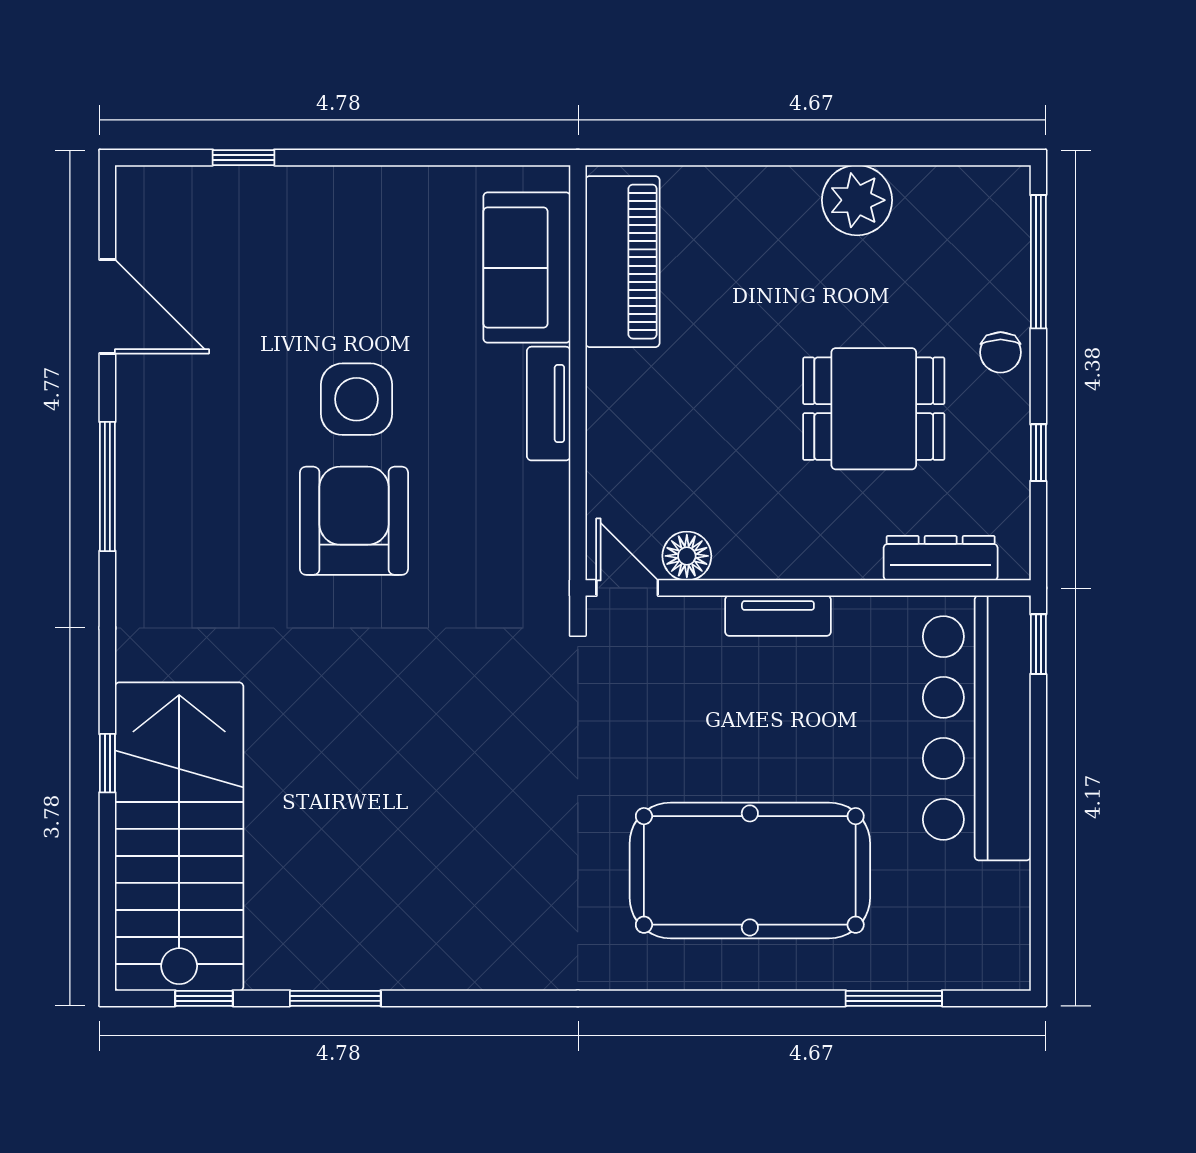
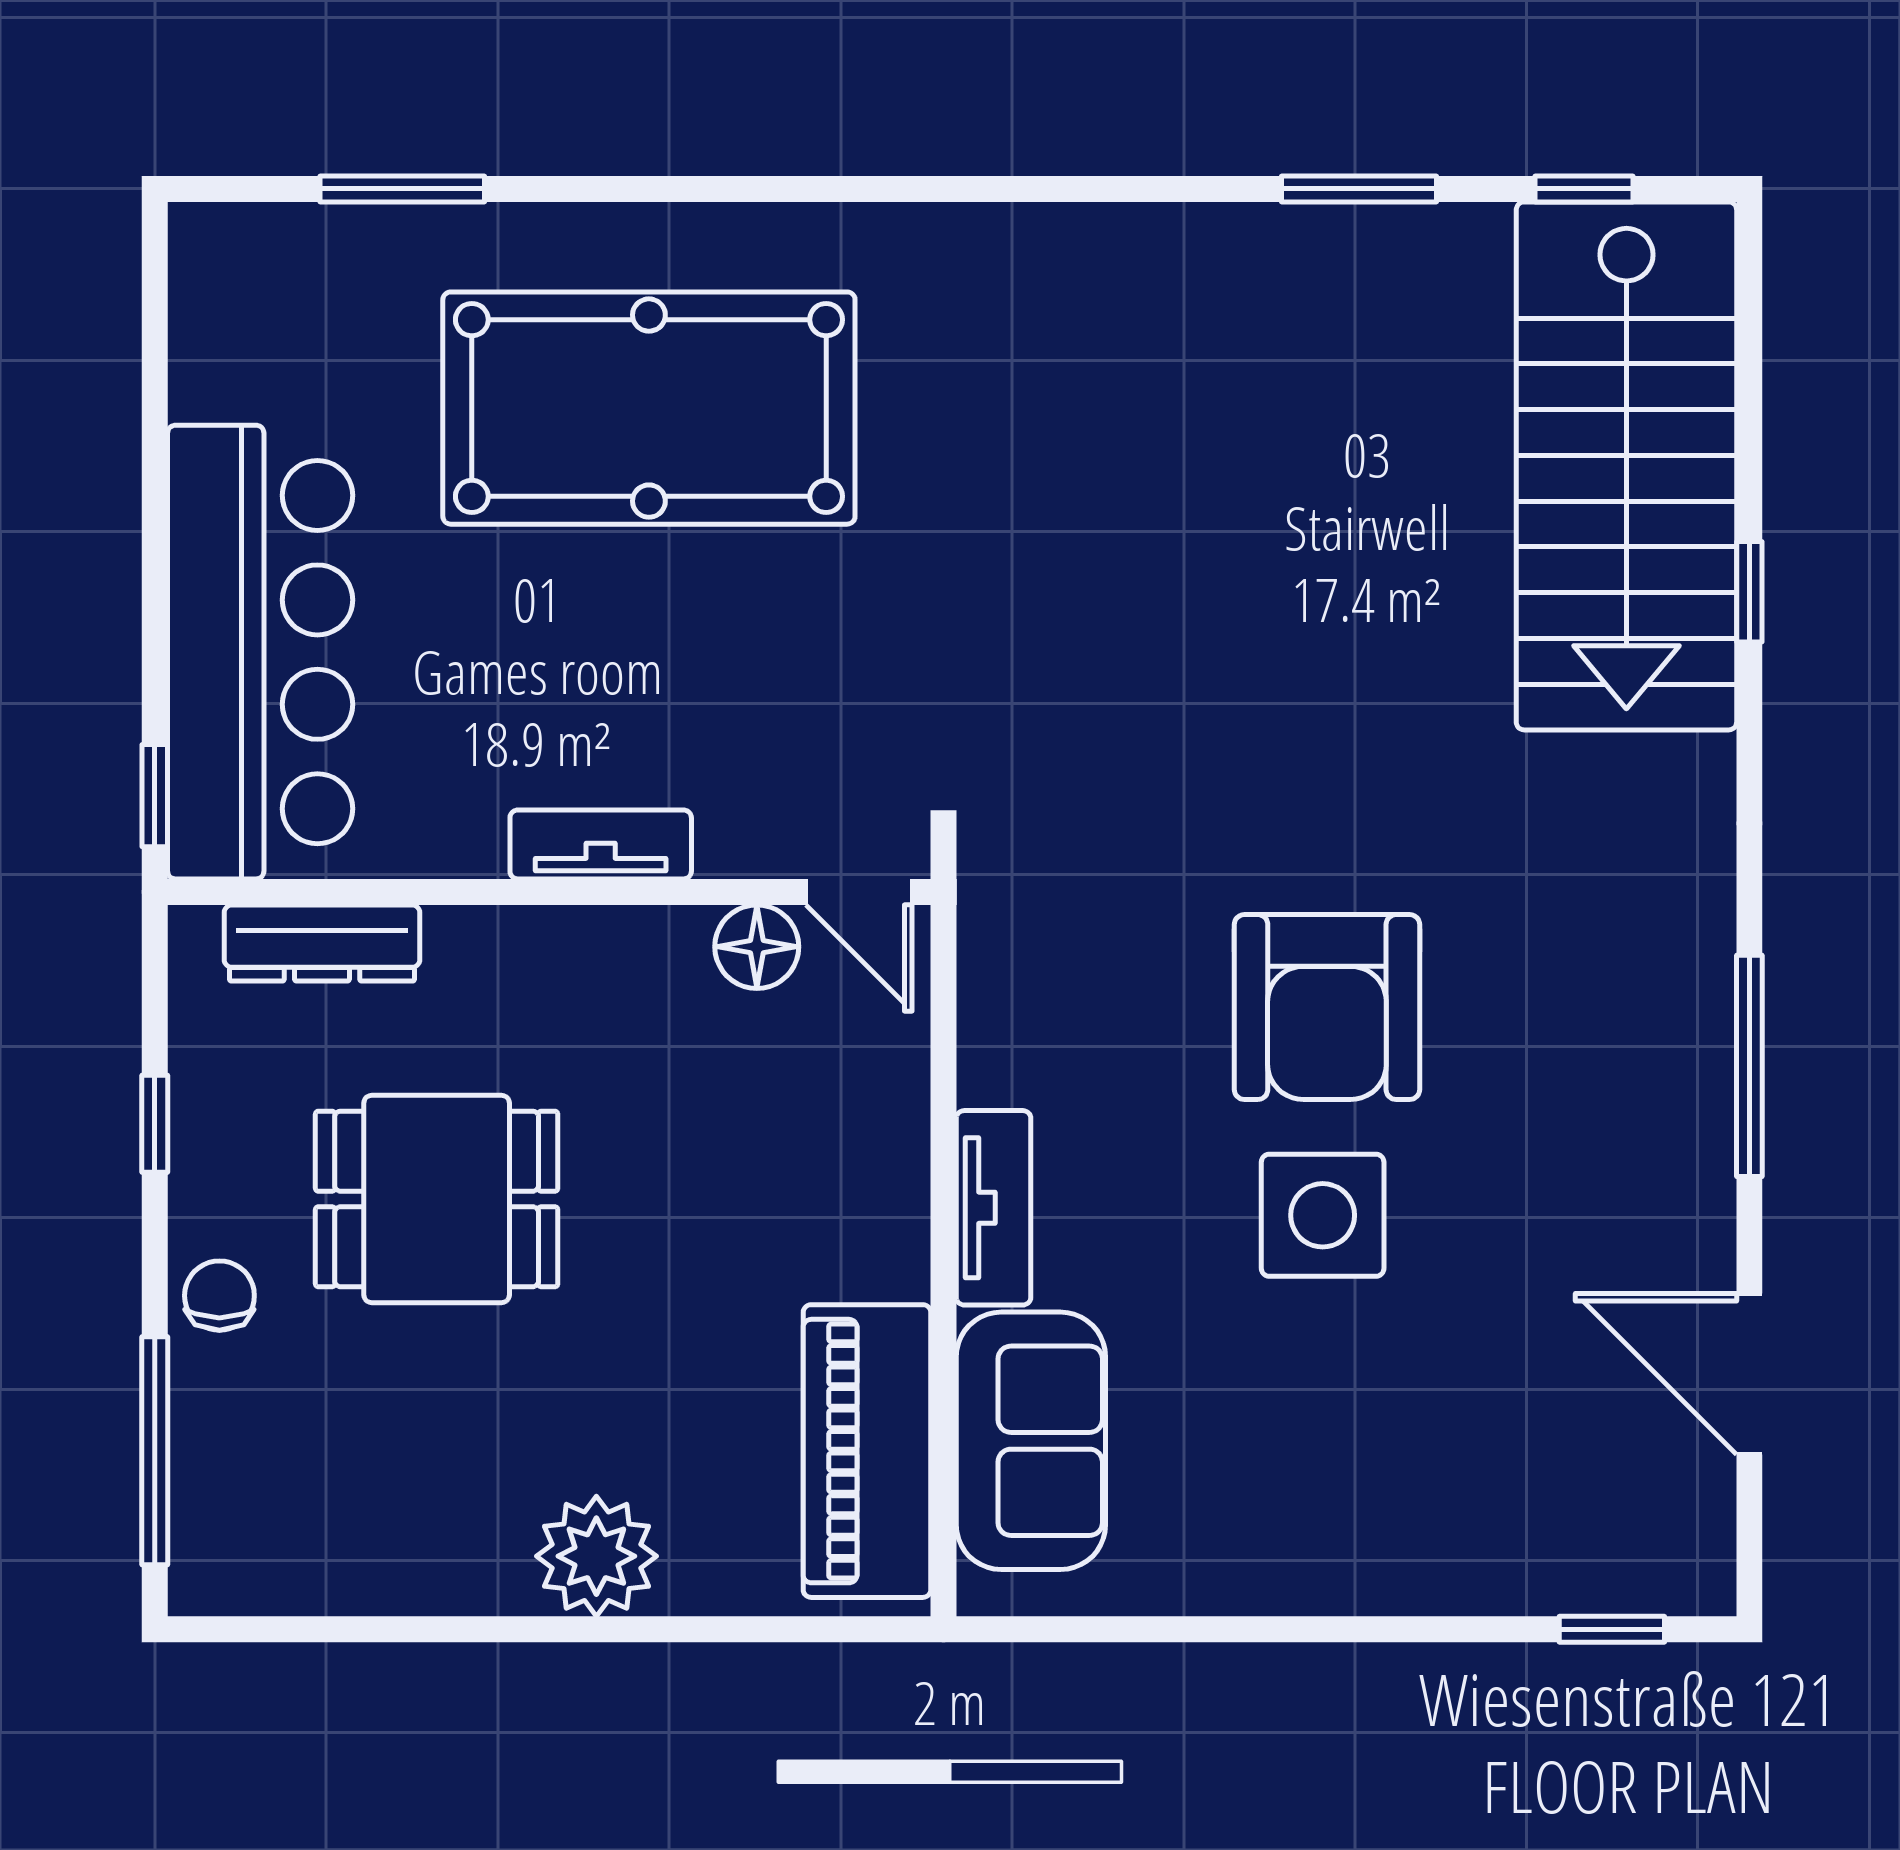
window: (244, 158) -> (1612, 1629), moved
plant: (857, 200) -> (596, 1556), moved

